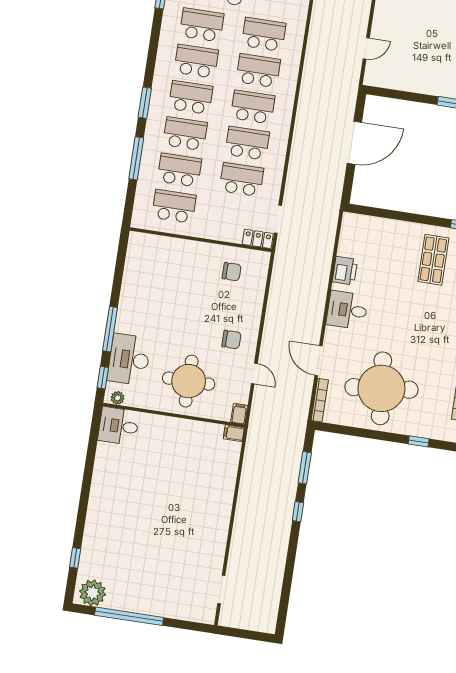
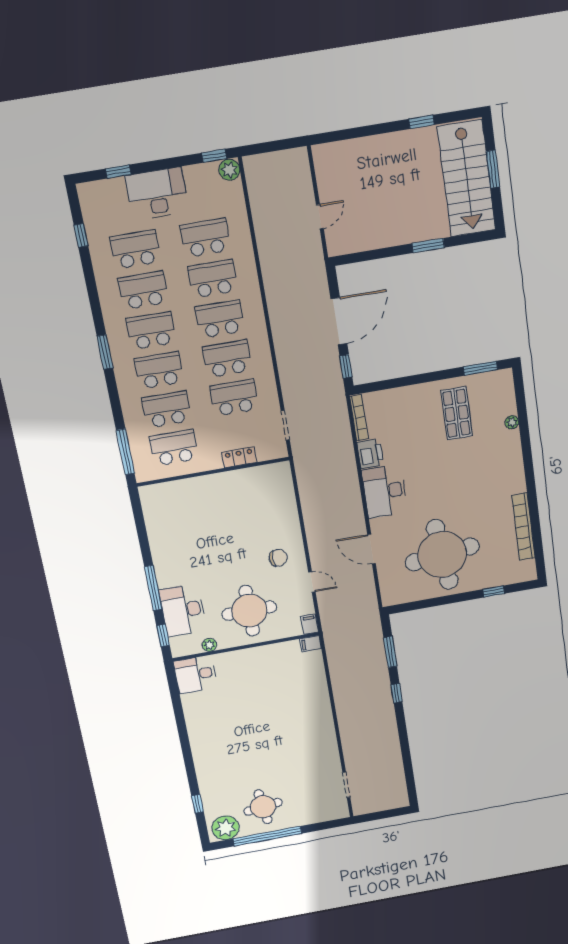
window: (136, 158) -> (125, 452), moved
window: (348, 184) -> (346, 366), added
locker: (258, 239) -> (239, 457), moved
chair: (232, 272) -> (256, 493), removed
desk: (347, 310) -> (385, 491), width x1.37
plant: (118, 398) -> (209, 645), moved
bookcase: (320, 400) -> (359, 418), moved
round table: (135, 584) -> (263, 807), added

